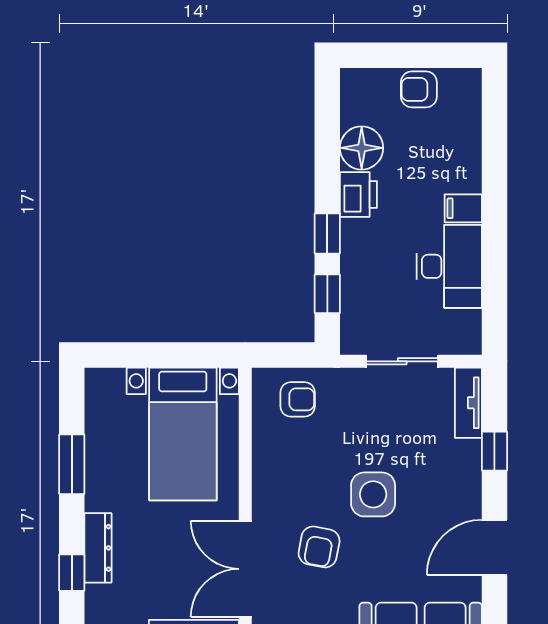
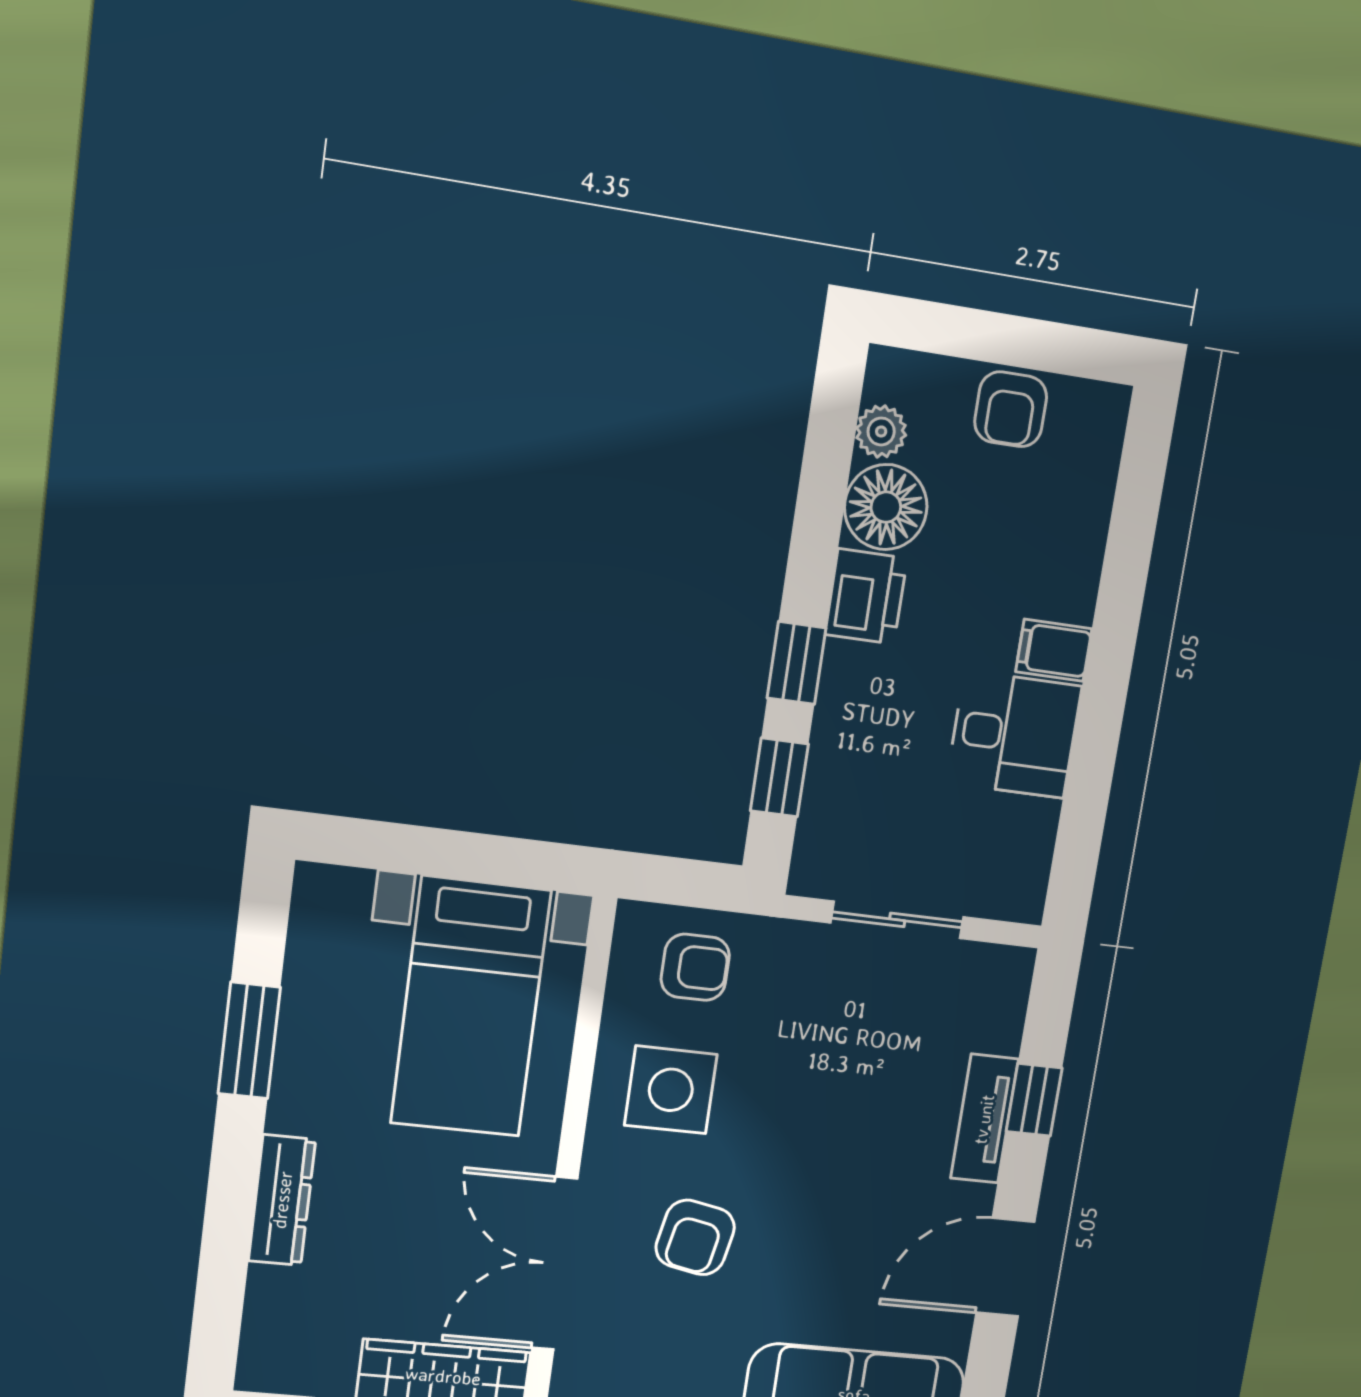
armchair: (419, 89) -> (1011, 409), turned -90
plant: (353, 111) -> (881, 431), added
desk: (449, 266) -> (1014, 734), width x0.73
tv unit: (468, 403) -> (984, 1119), moved
side table: (373, 494) -> (671, 1090), moved
window: (72, 573) -> (226, 1241), removed

